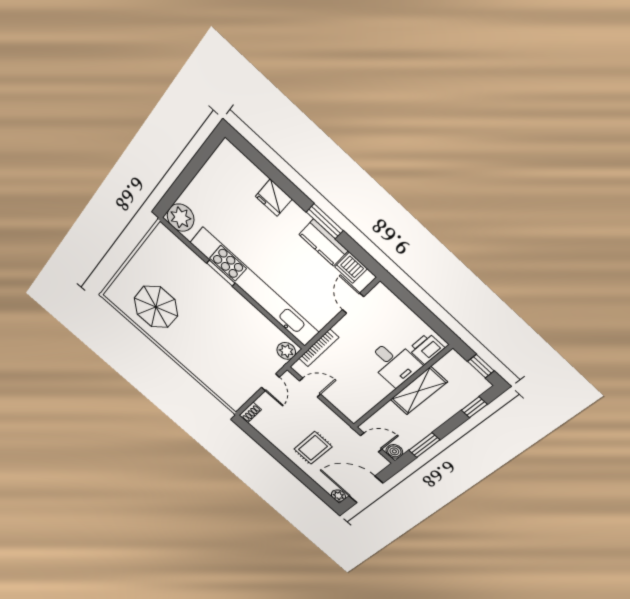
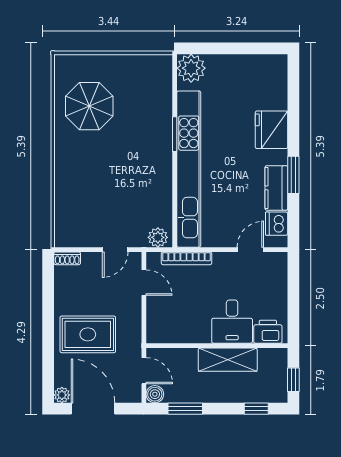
fridge: (274, 198) -> (271, 130), width x1.36, depth x1.34
rug: (313, 448) -> (88, 334), width x1.36, depth x1.43

